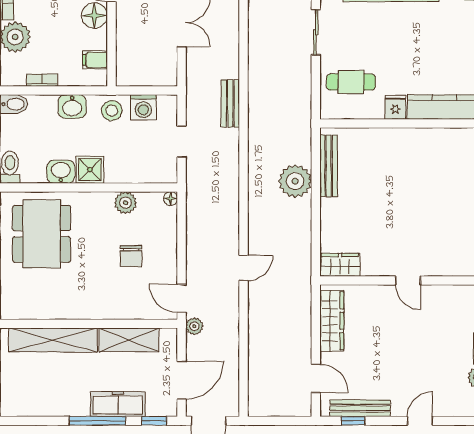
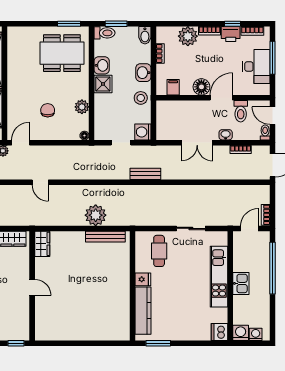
washing machine: (143, 107) -> (143, 132), moved
chair: (131, 256) -> (48, 110), turned 90
door: (408, 280) -> (32, 287), swing flipped

